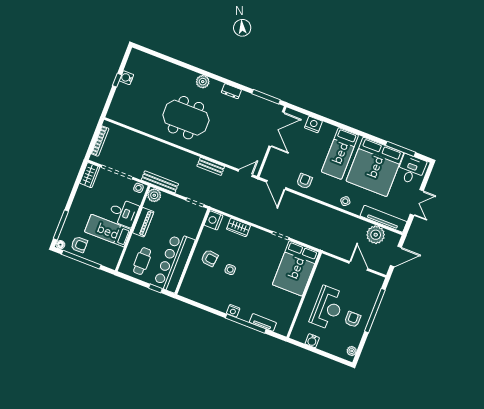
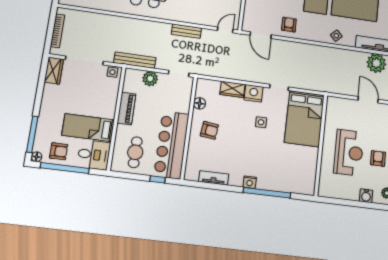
plant: (154, 195) -> (150, 79), moved
desk: (124, 213) -> (94, 155), moved
nightstand: (214, 220) -> (254, 93), moved, turned 90
floor lamp: (207, 233) -> (200, 103), added
side table: (230, 270) -> (261, 122), moved
tv unit: (263, 322) -> (214, 178), moved
water cooler: (312, 341) -> (366, 196), moved

